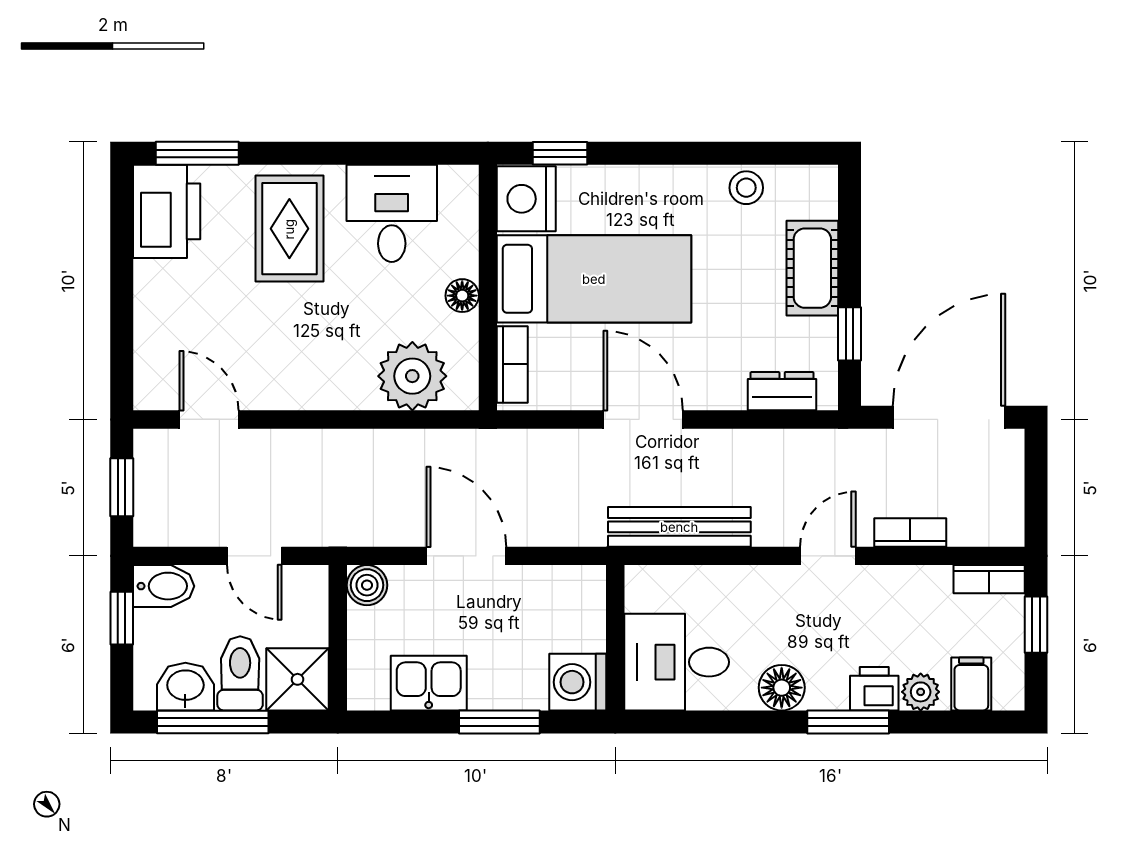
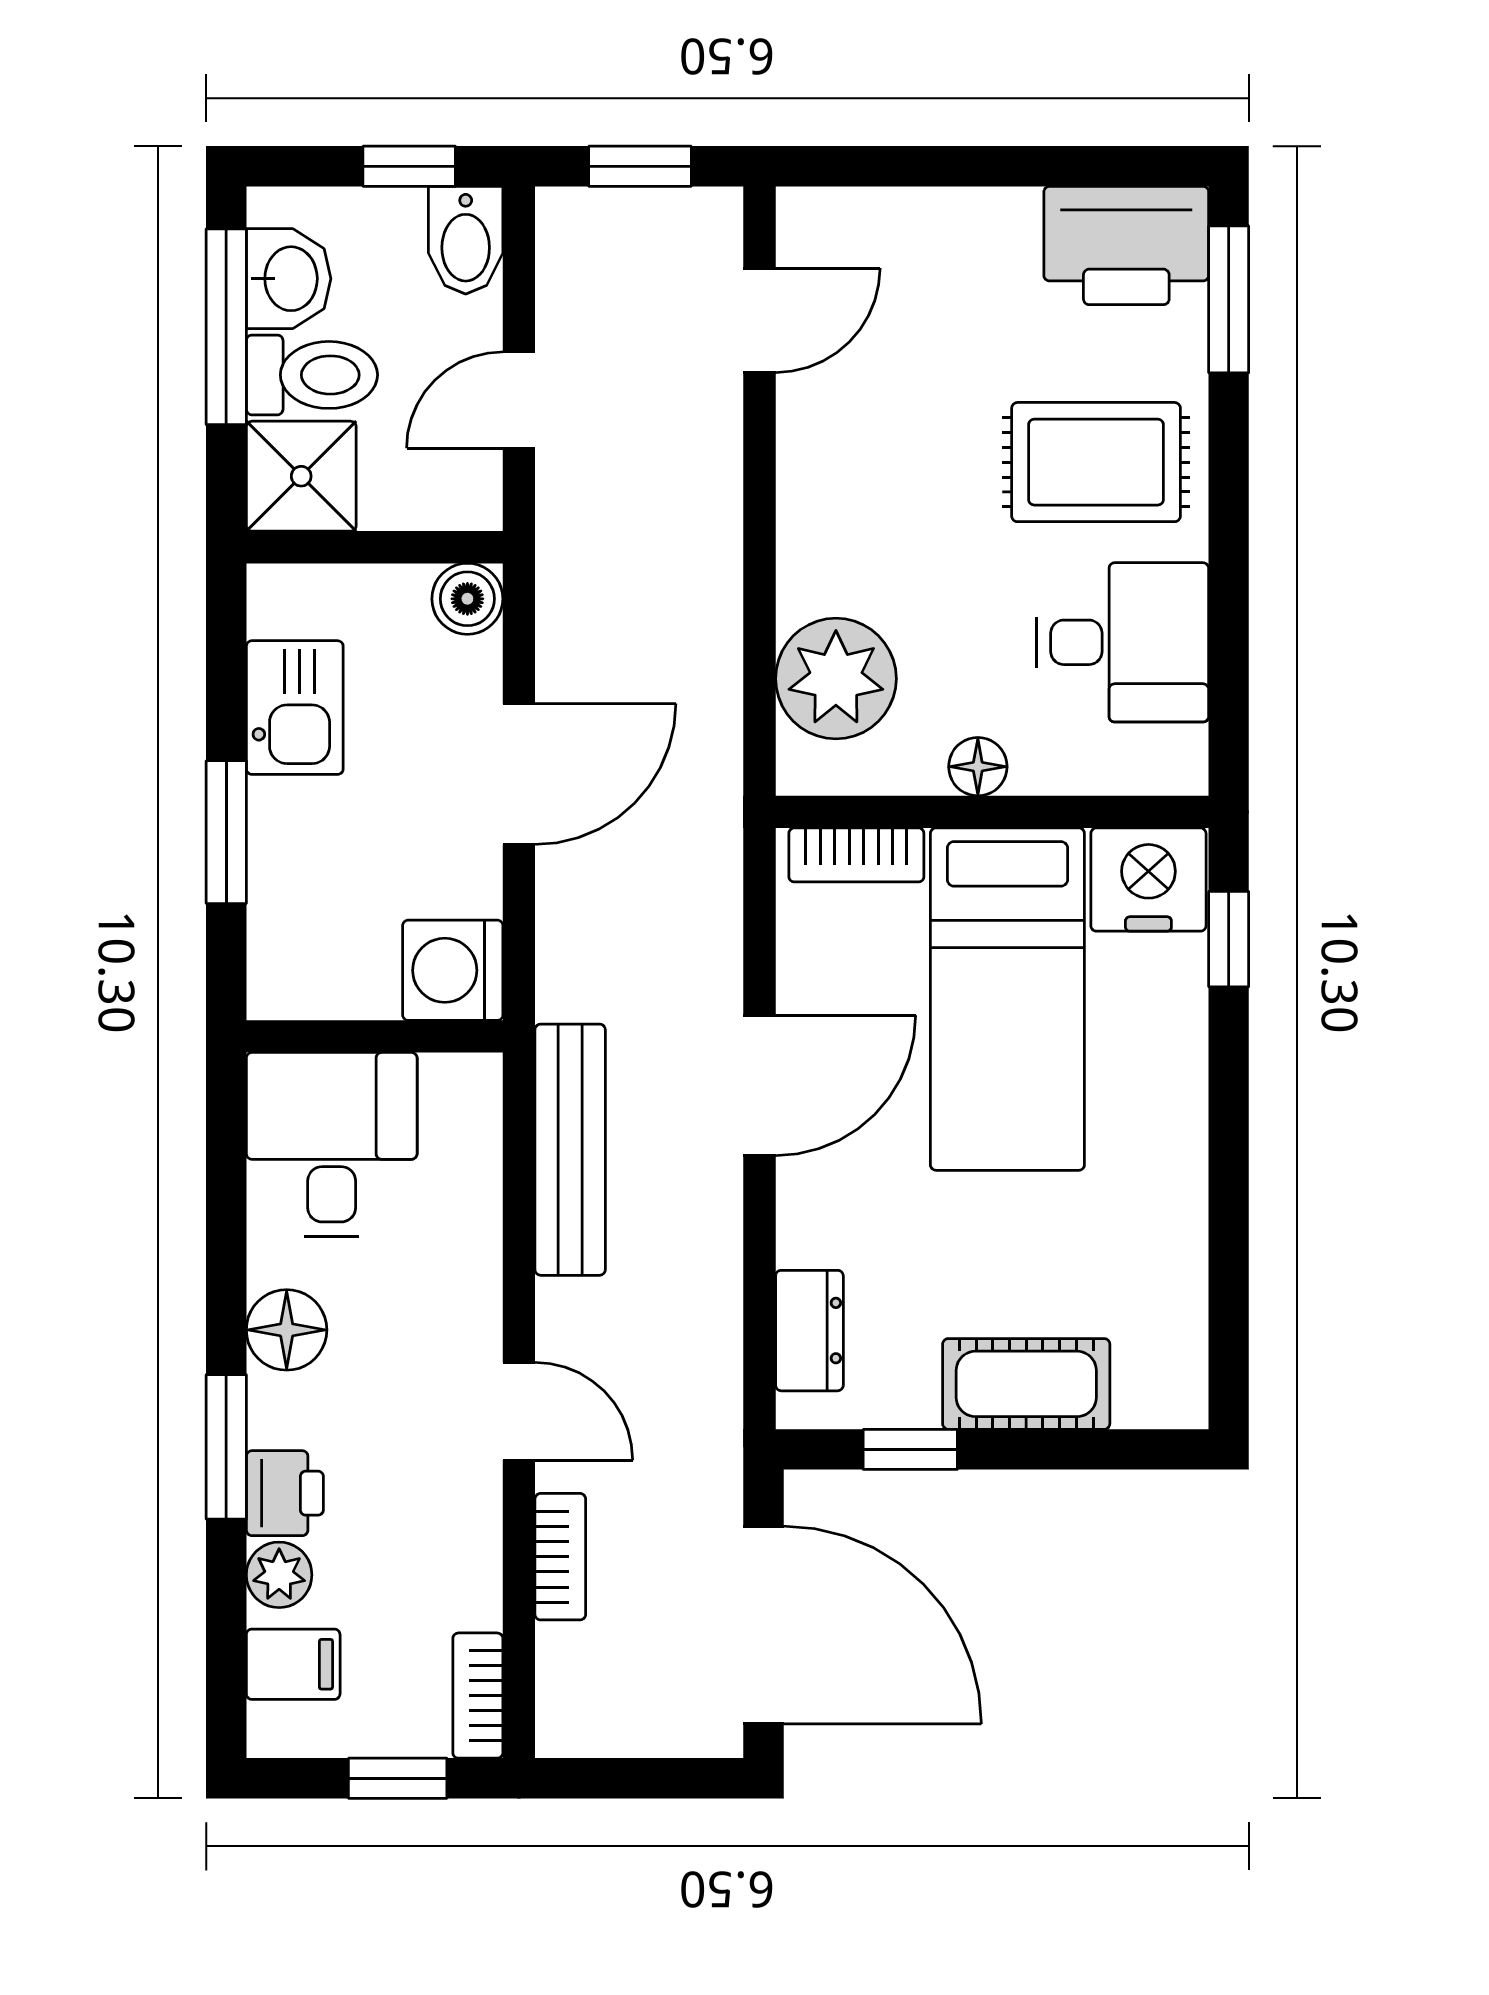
stool: (746, 188) -> (1168, 1267), removed
washing machine: (578, 682) -> (453, 970), moved, turned -90

